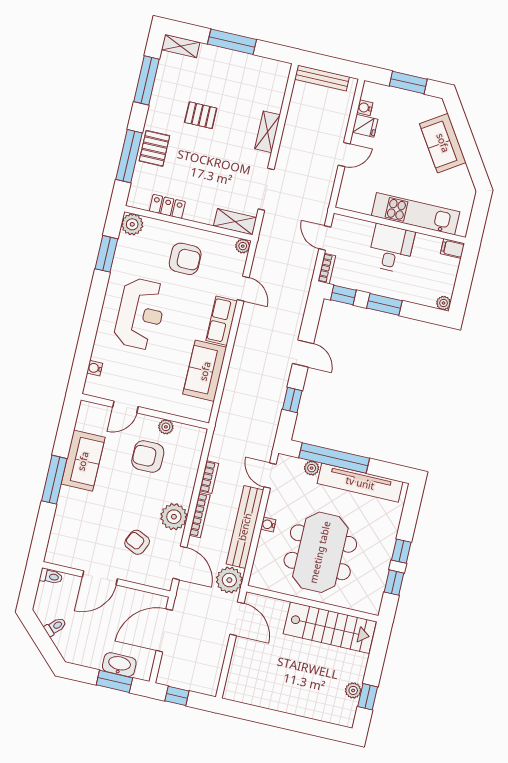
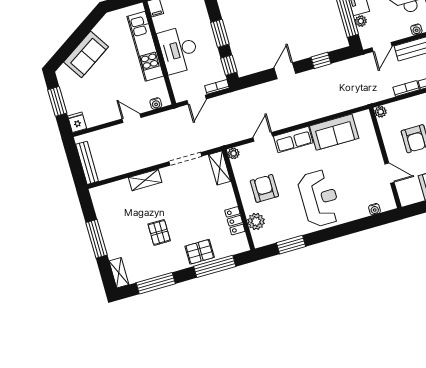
water cooler: (365, 108) -> (156, 103), moved
fridge: (365, 126) -> (77, 122), moved
plant: (132, 224) -> (256, 221), moved
desk: (391, 249) -> (179, 50), width x1.37
reception desk: (140, 314) -> (319, 198), turned 90
plant: (166, 427) -> (381, 112), moved

